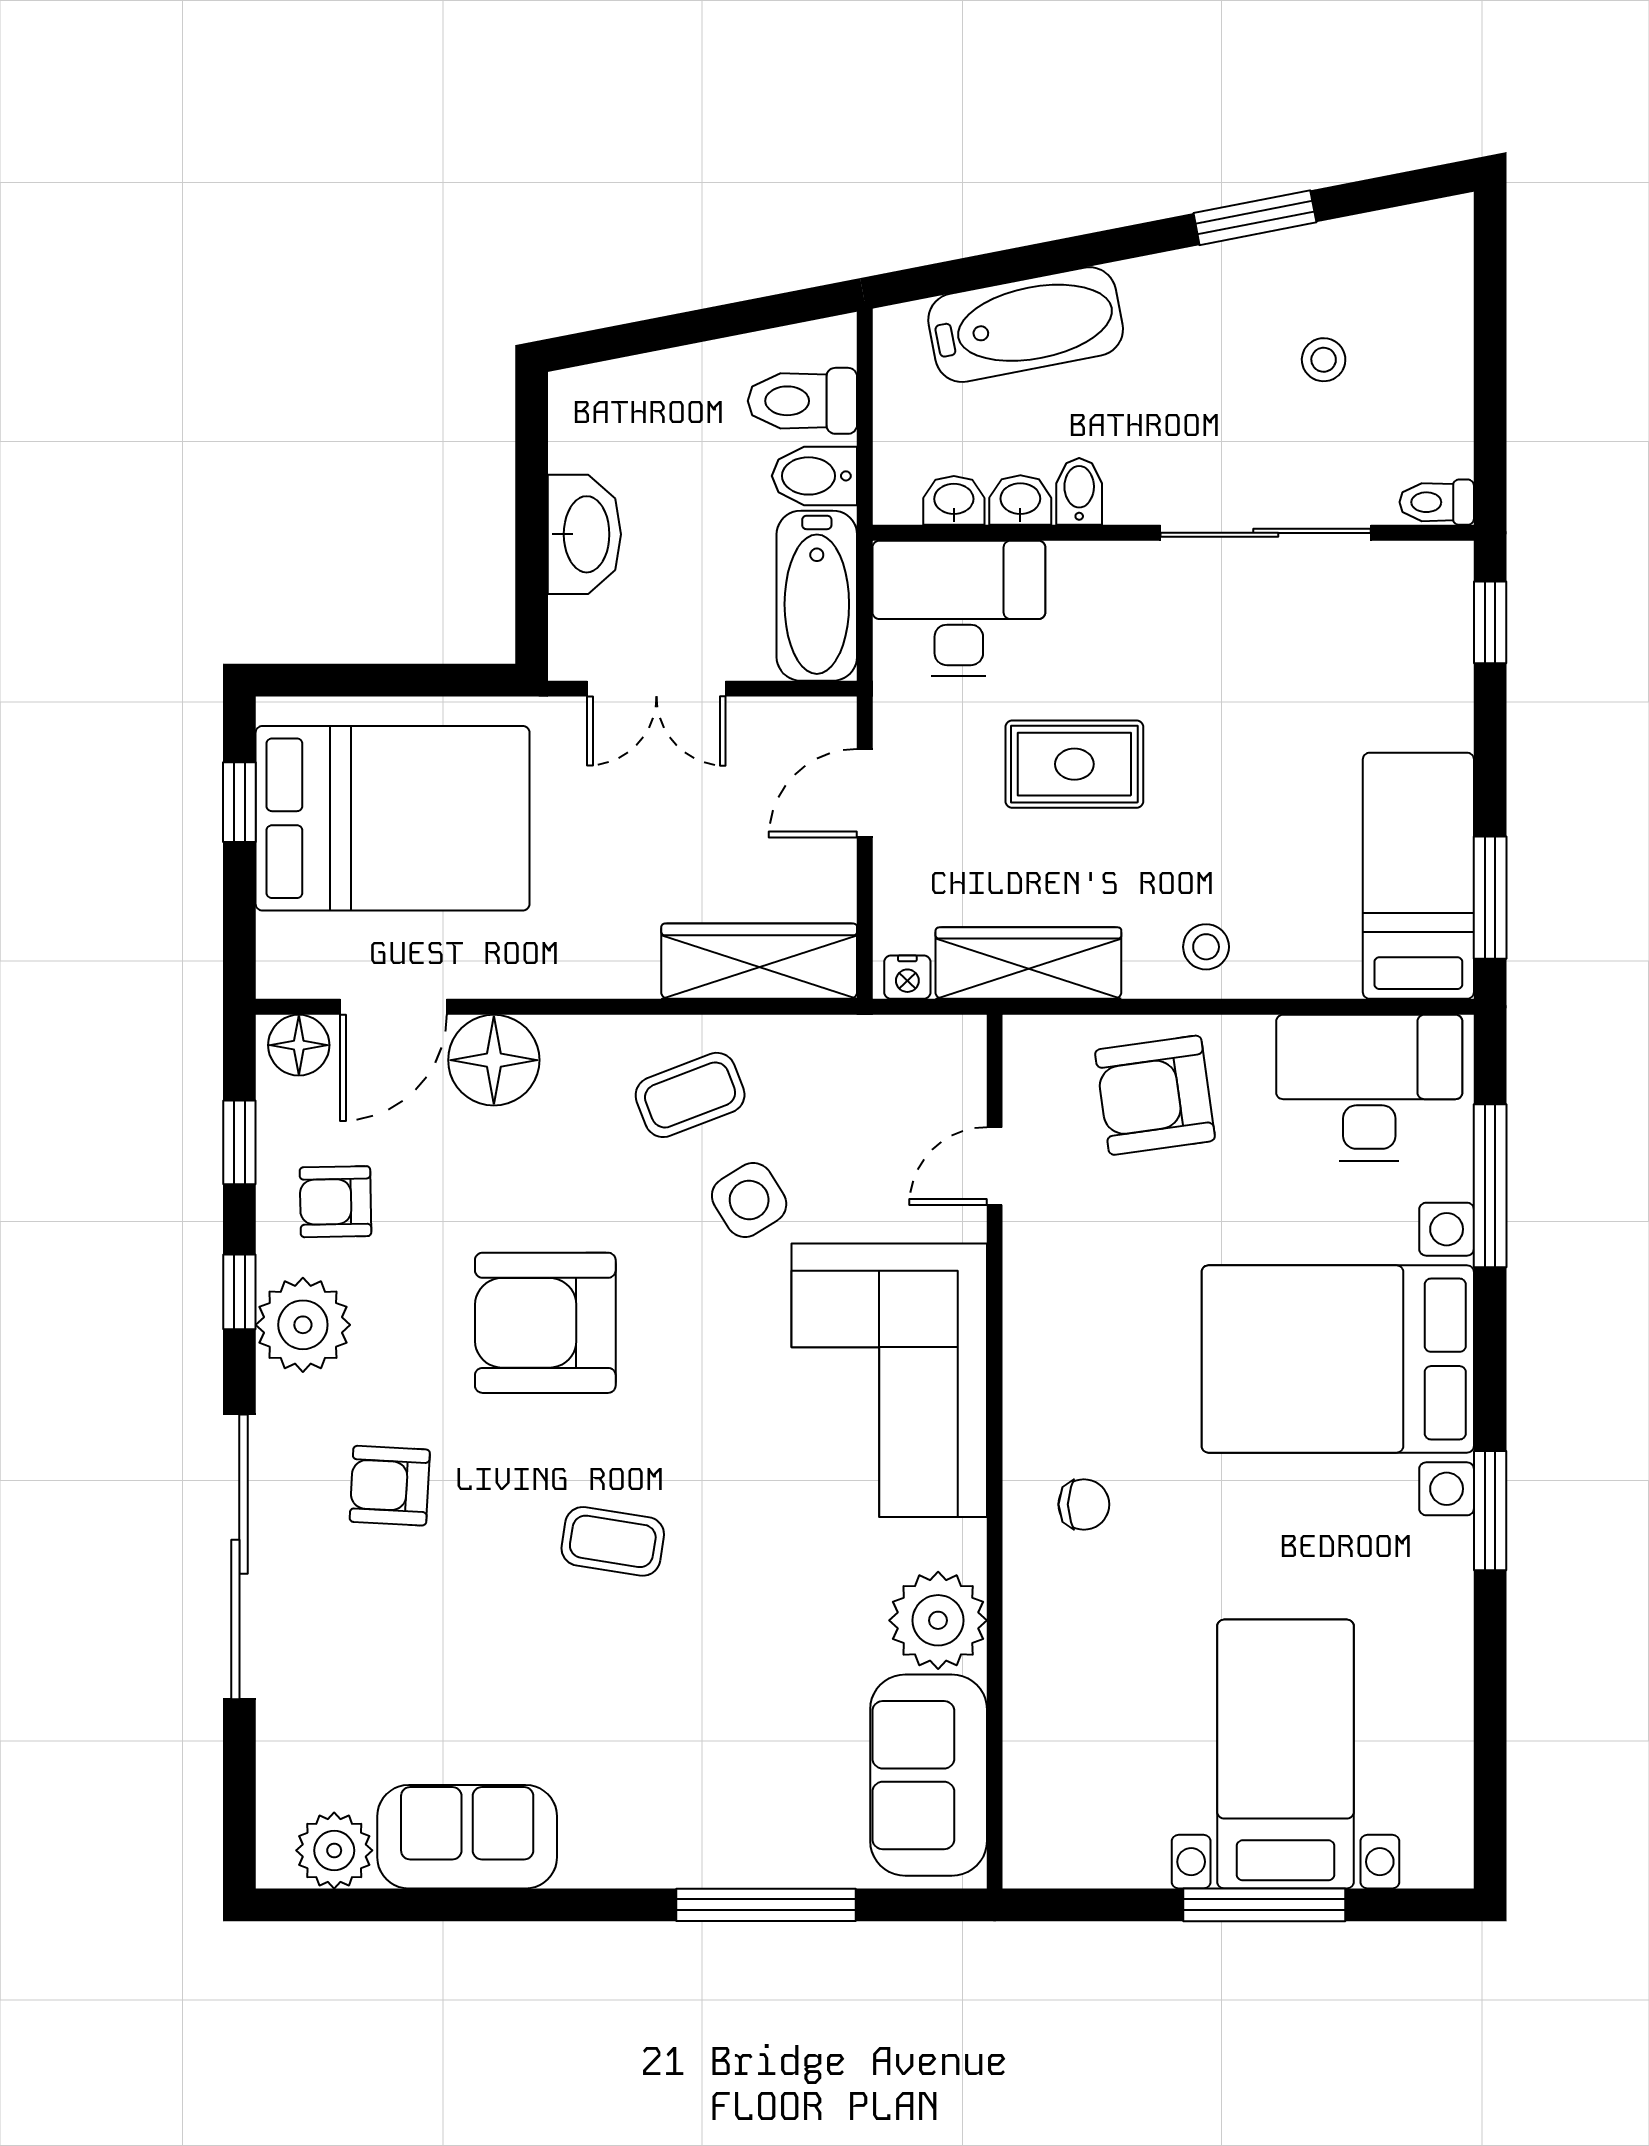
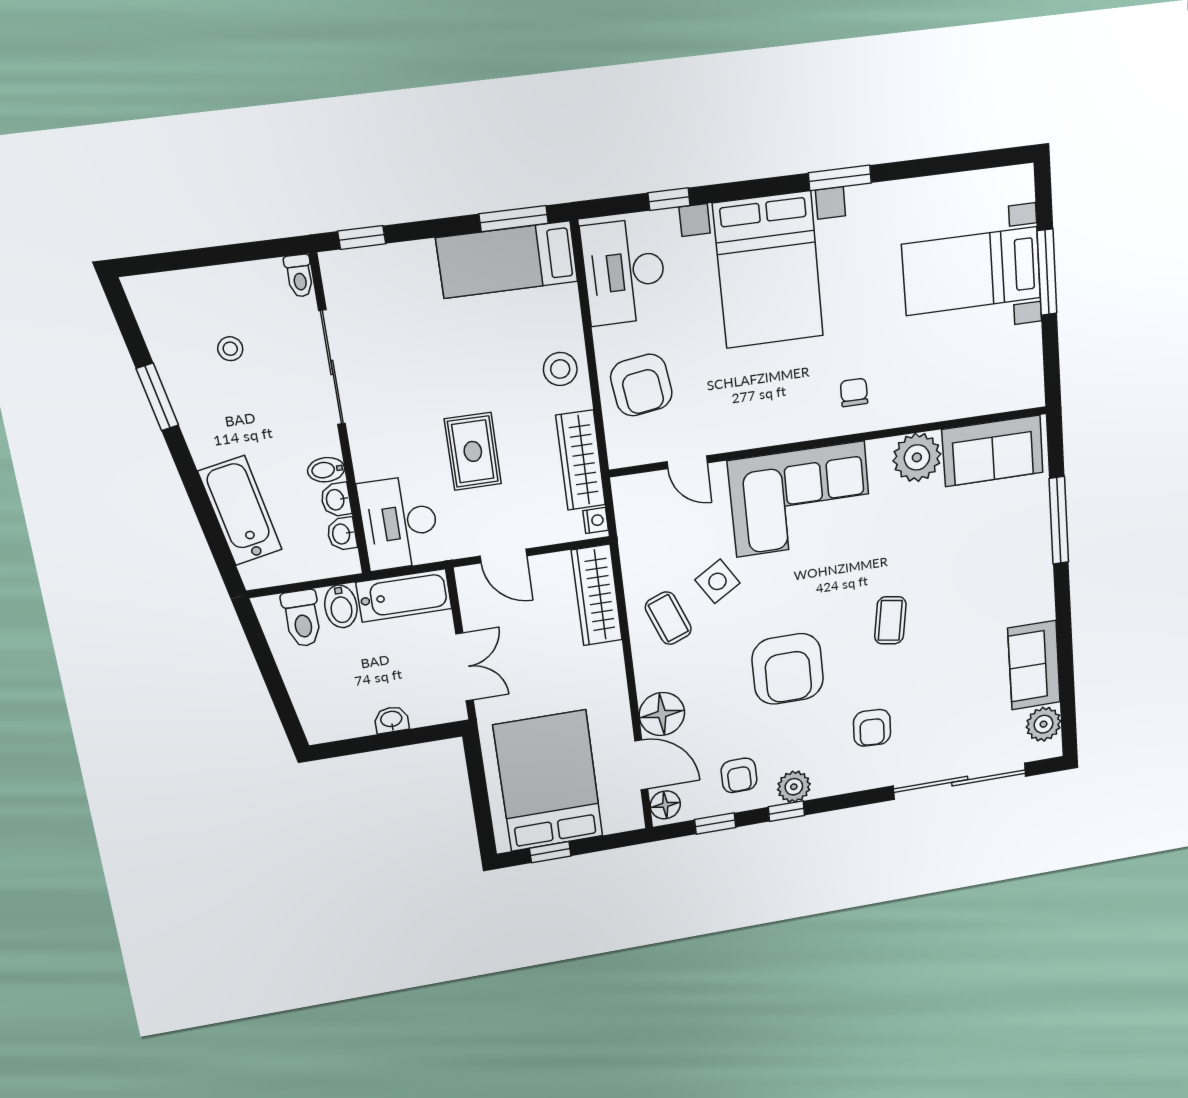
washbasin: (584, 534) -> (391, 720), width x0.52, depth x0.69
stool: (1206, 947) -> (560, 369), width x1.37, depth x1.37
window: (1490, 1186) -> (669, 199), width x0.46
plant: (303, 1325) -> (794, 787), width x0.73, depth x0.73
sliding door: (239, 1557) -> (960, 781), moved

